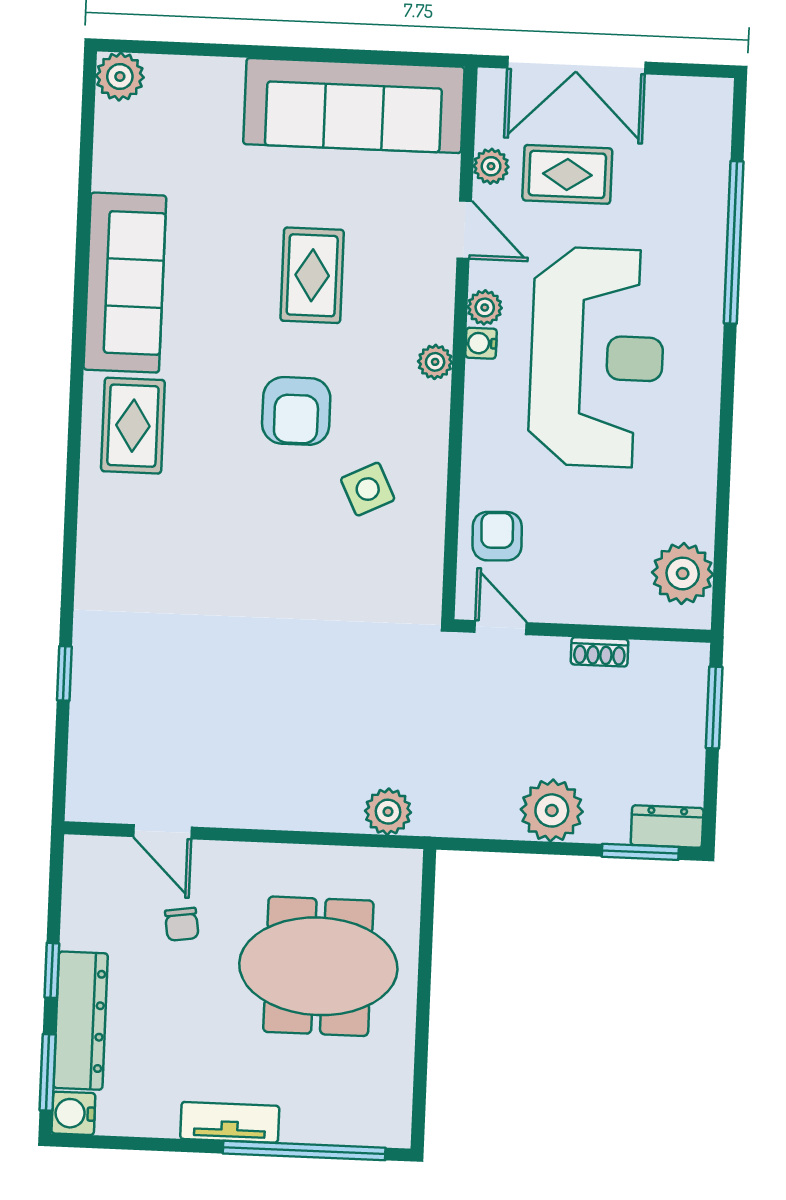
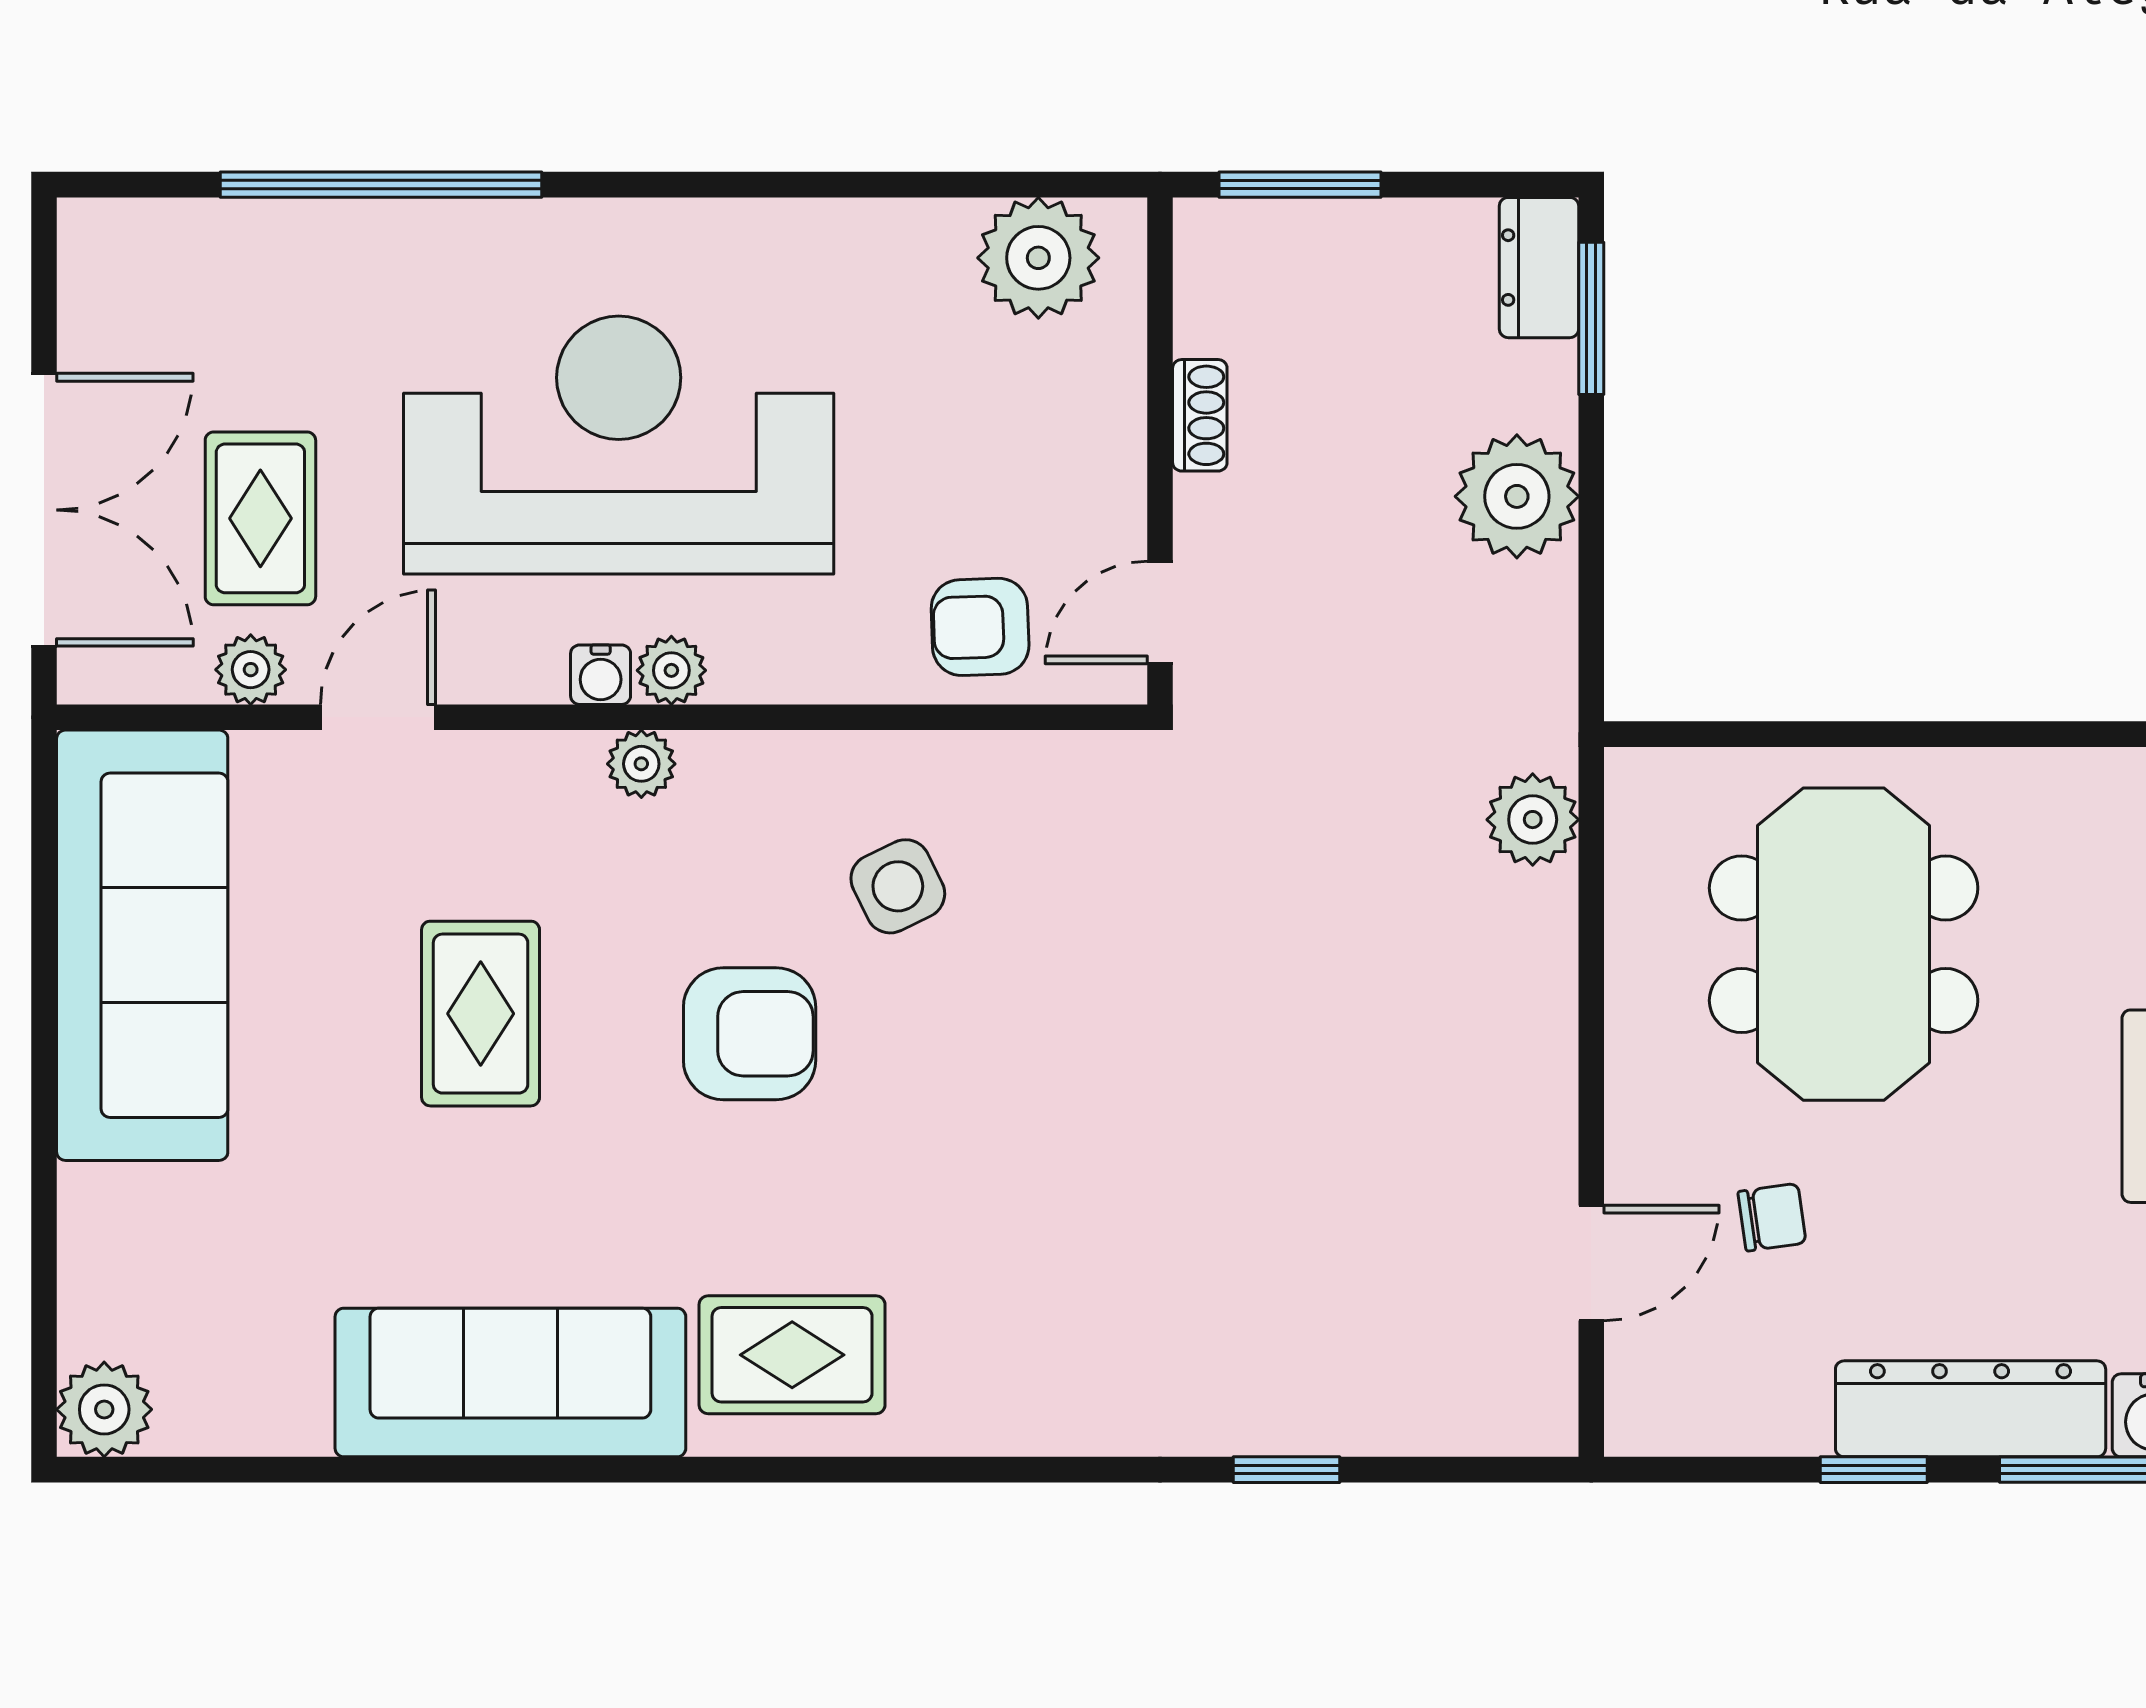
rug: (312, 275) -> (481, 1014), turned 90
plant: (485, 307) -> (671, 670), moved

